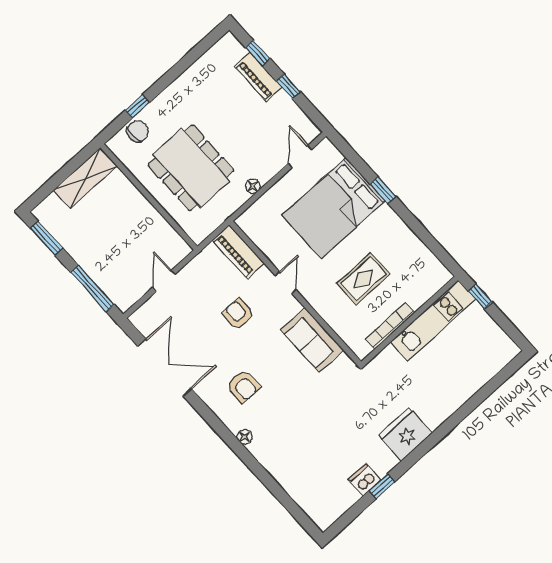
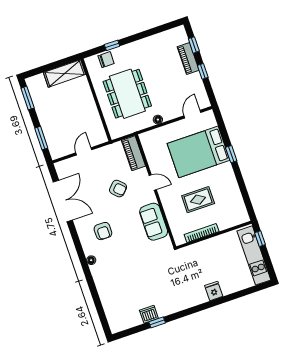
door: (286, 283) -> (153, 182), hinge flipped
window: (92, 289) -> (41, 138), width x0.69
armchair: (238, 314) -> (118, 189), turned 134
kitchen unit: (433, 321) -> (254, 255), moved, turned 90
fridge: (405, 434) -> (214, 291), moved, width x0.53, depth x0.75

